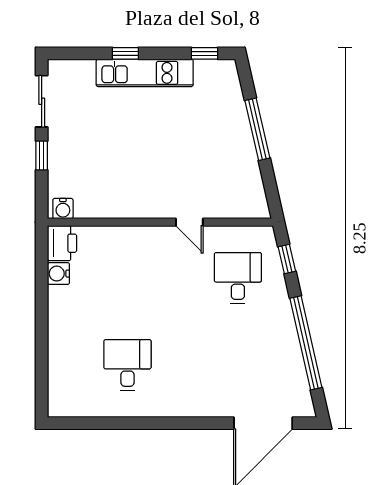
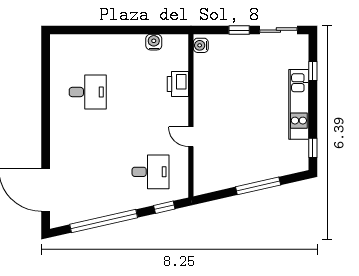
window: (125, 53) -> (313, 71), moved
door: (189, 222) -> (191, 137), hinge flipped
printer: (62, 243) -> (178, 84), moved, turned 90

